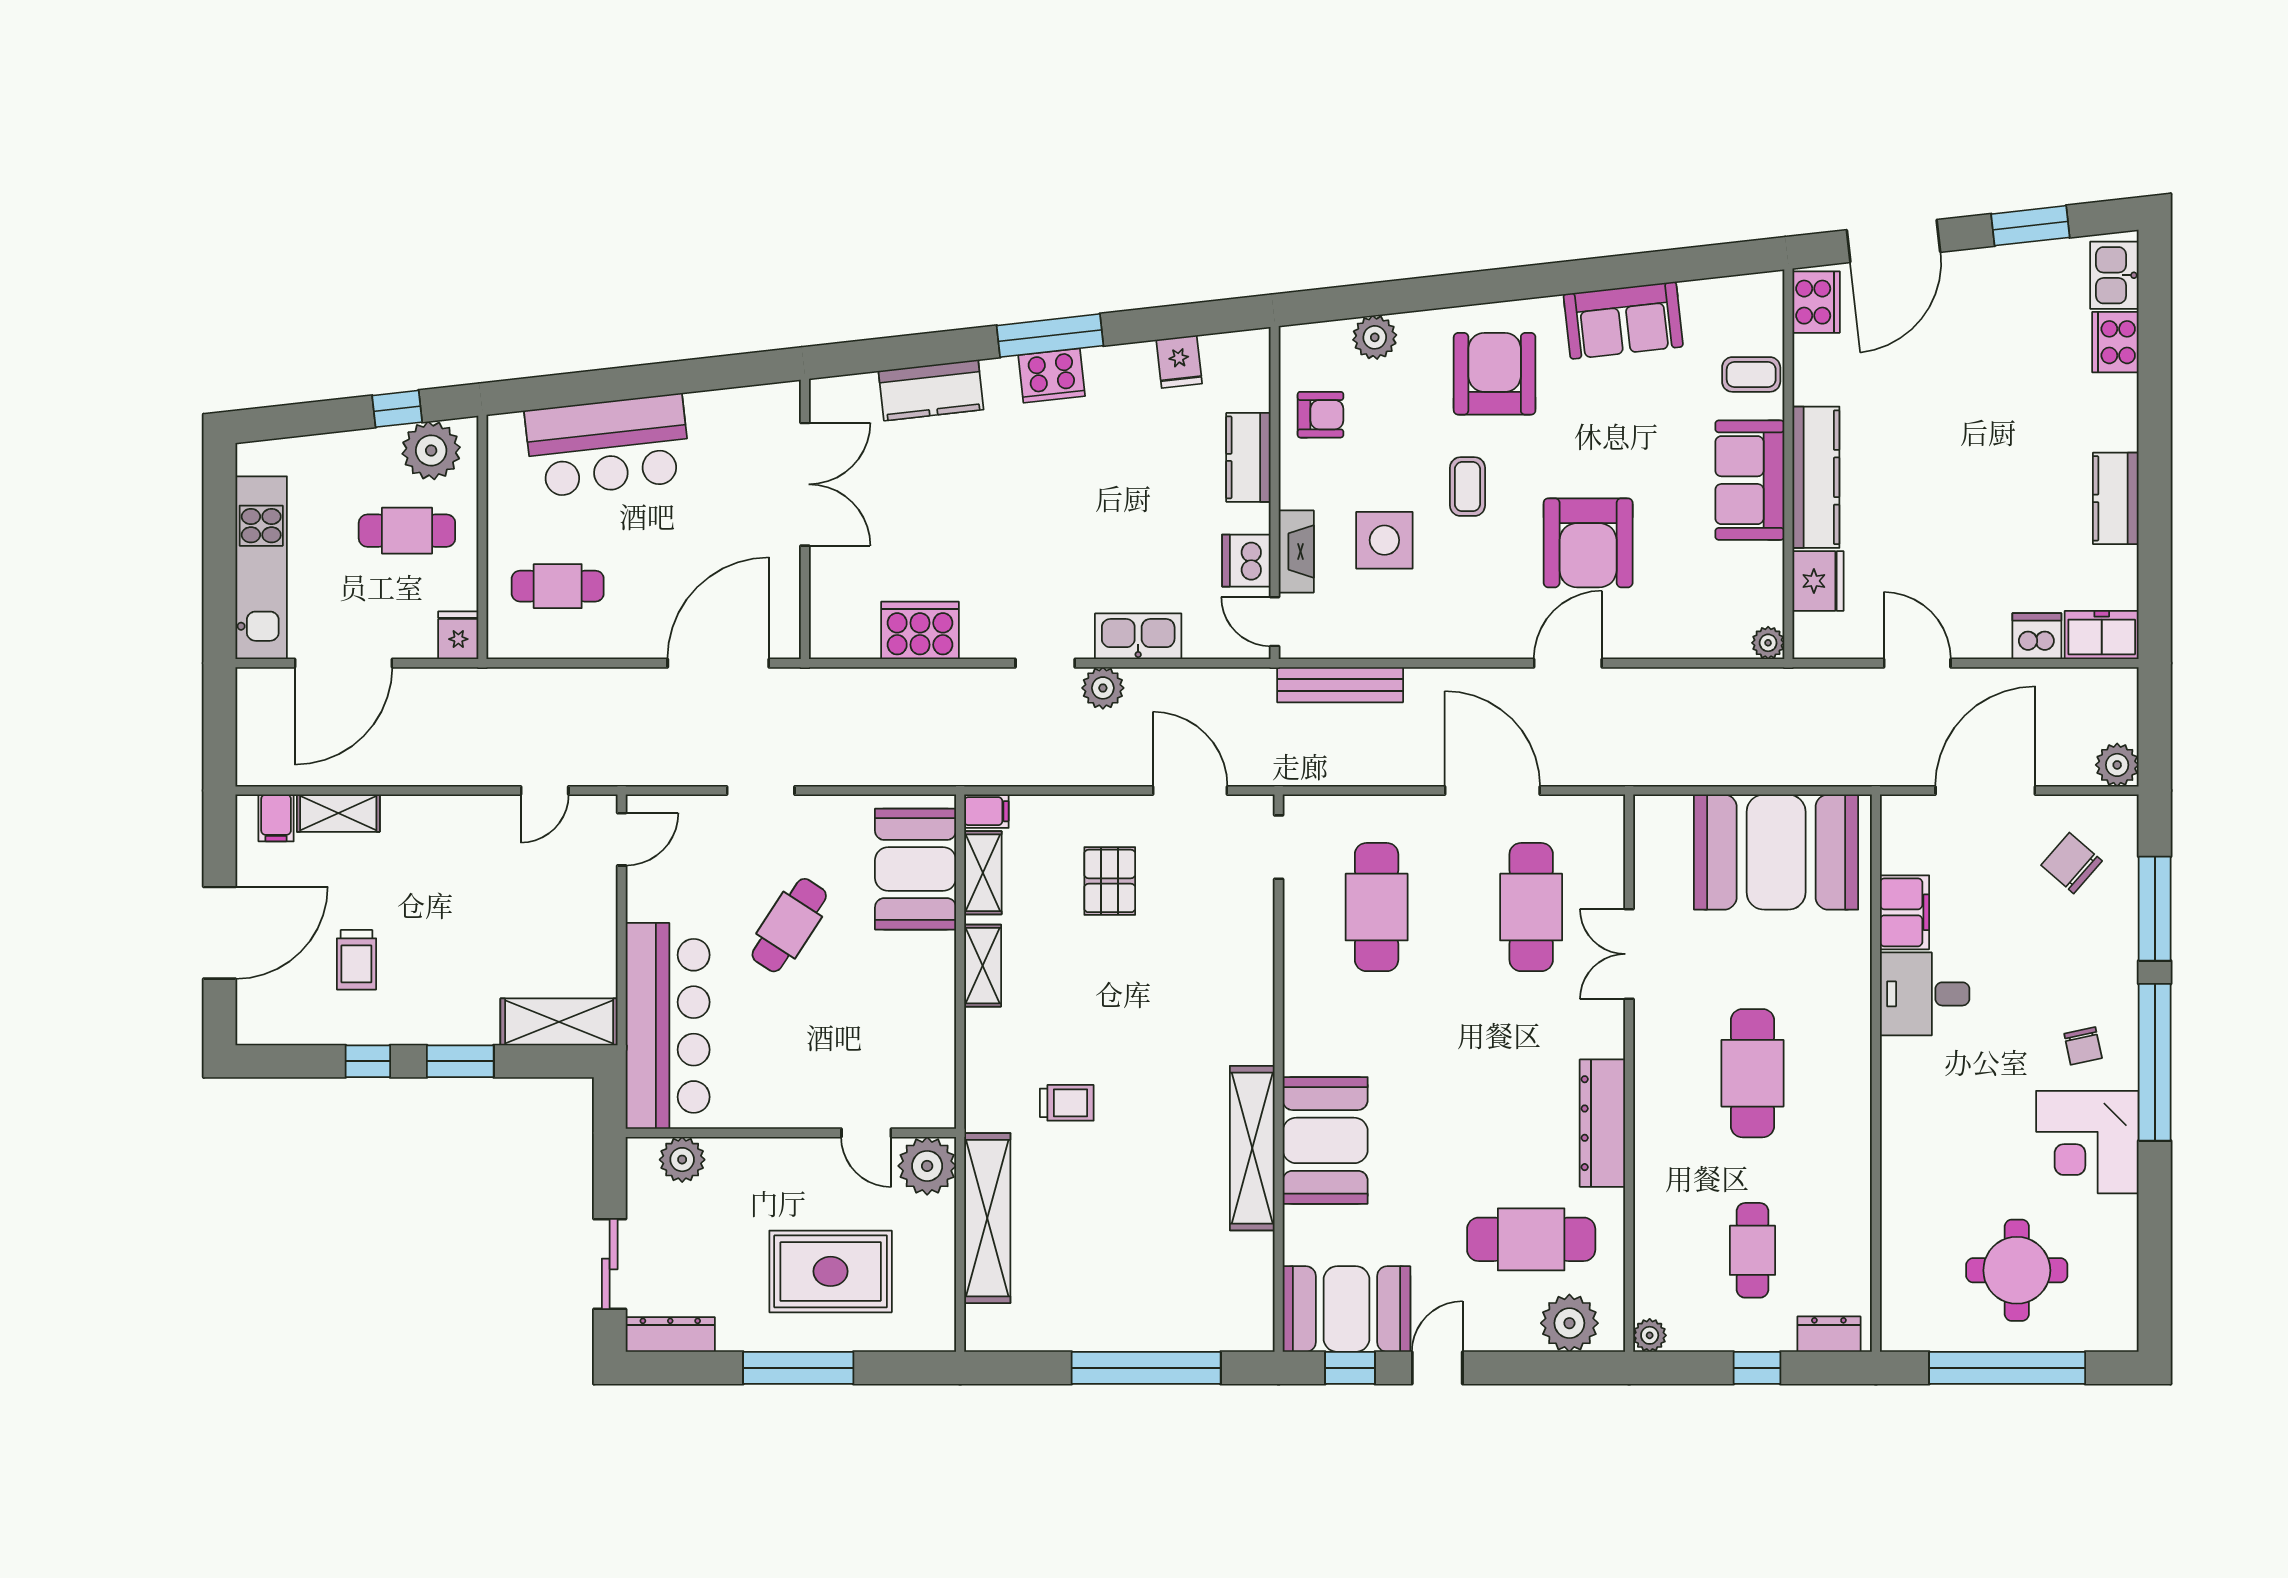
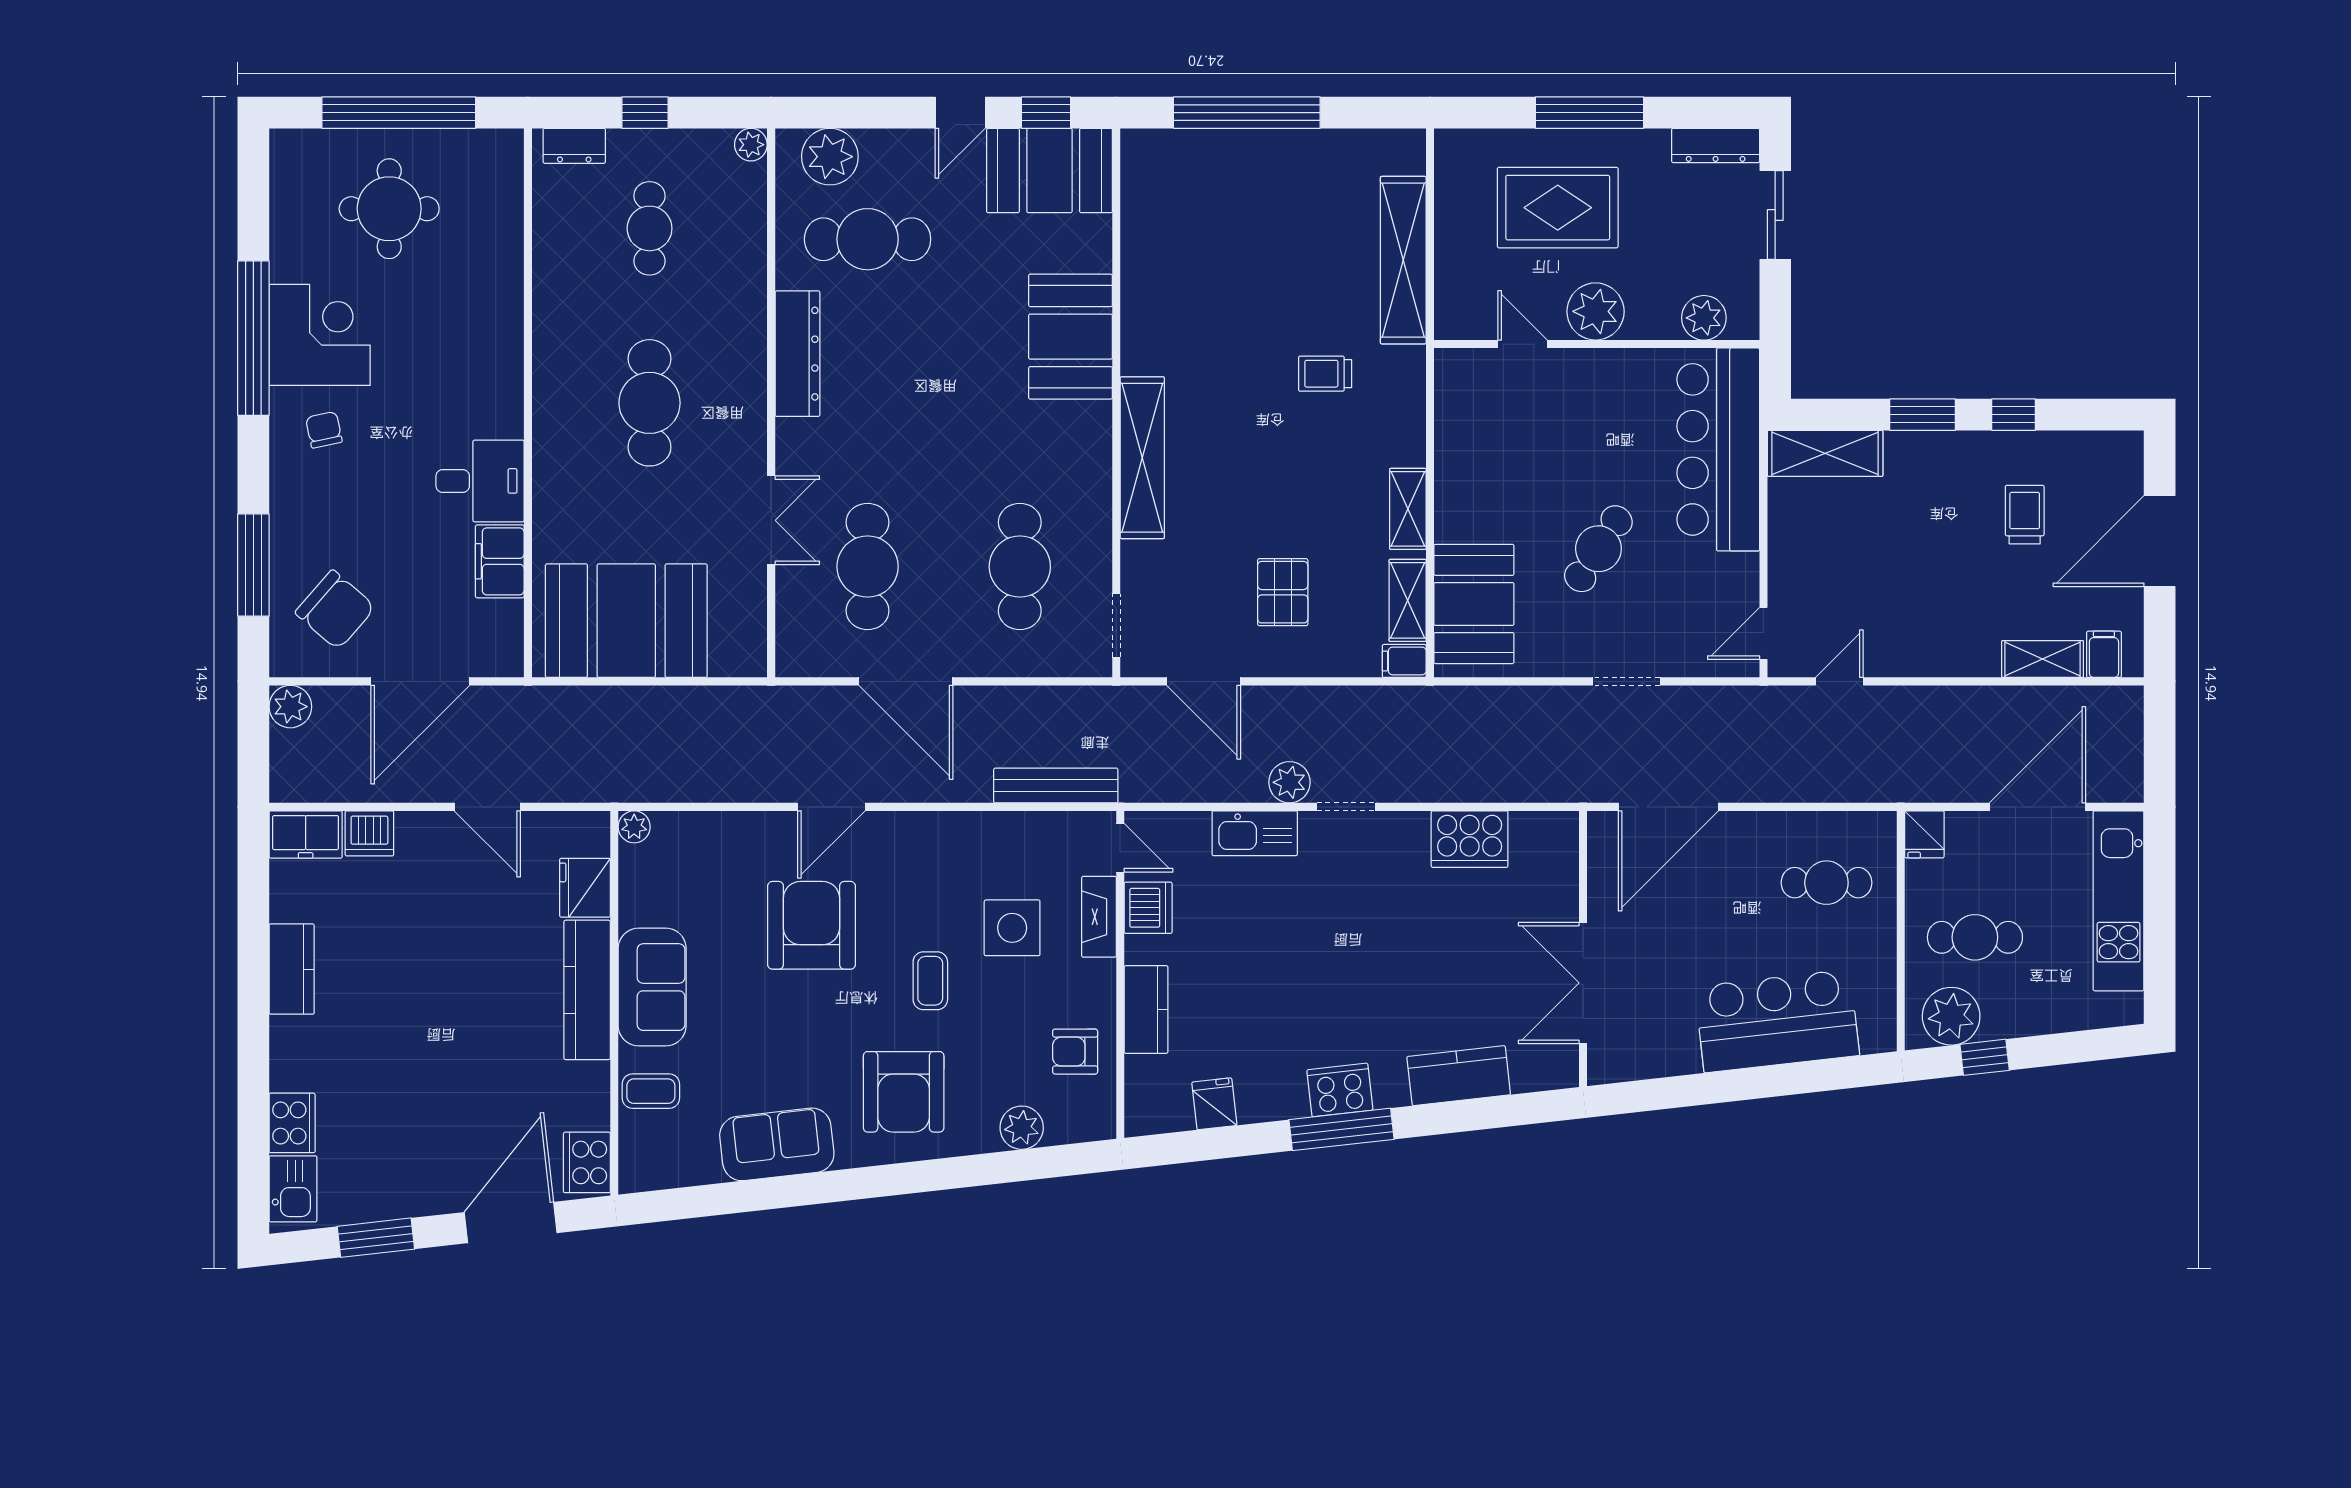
chair: (2072, 863) -> (335, 610), width x1.37, depth x1.37
window: (2155, 1062) -> (253, 338), moved
shelving: (1252, 1148) -> (1142, 458), moved
plant: (927, 1166) -> (1596, 311), moved

